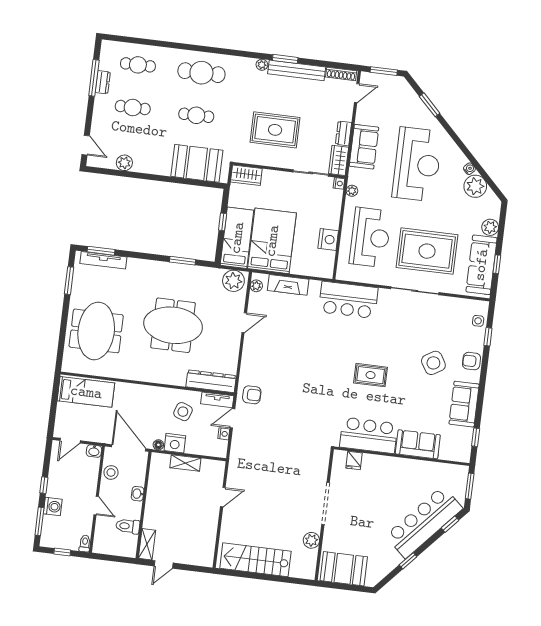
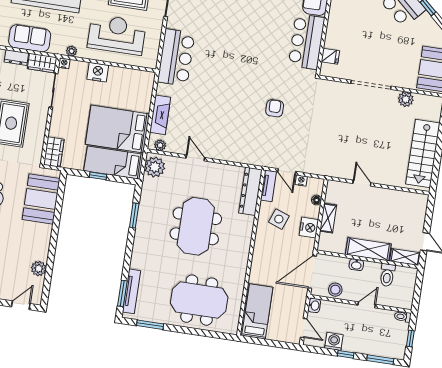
nightstand: (328, 239) -> (98, 72), moved
rug: (371, 375) -> (249, 38), removed
armchair: (252, 395) -> (275, 108), moved
floor lamp: (158, 445) -> (317, 200), moved
shelving: (154, 506) -> (368, 249), added
washing machine: (53, 507) -> (334, 341), moved

